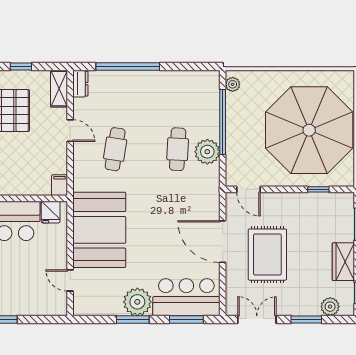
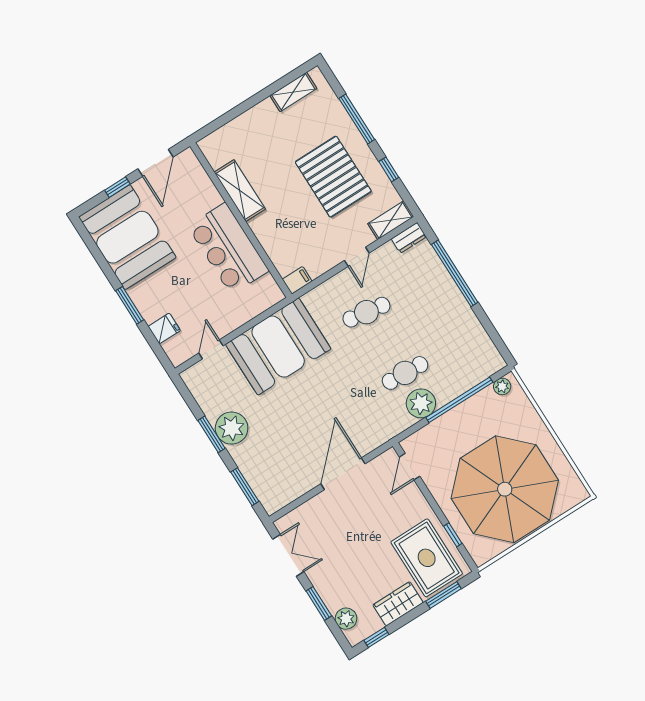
fridge: (51, 212) -> (164, 328), moved, turned 180
rug: (267, 255) -> (427, 558), moved, turned 90
bar counter: (186, 297) -> (266, 473), removed

